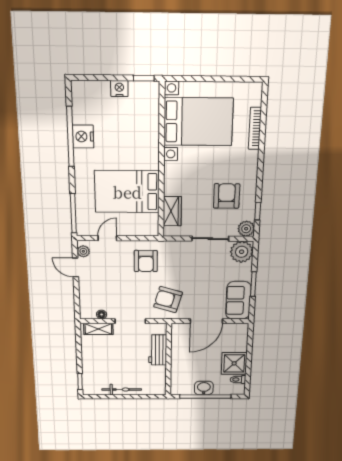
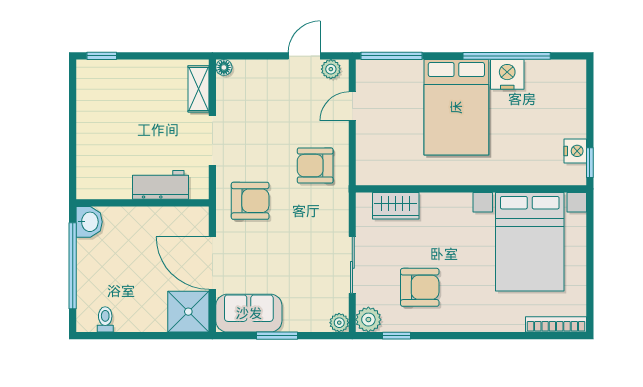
nightstand: (119, 89) -> (575, 151), moved
bookcase: (255, 128) -> (556, 324), moved
bed: (127, 192) -> (456, 107), moved, turned 180
door: (107, 238) -> (352, 106), swing flipped
plant: (242, 252) -> (339, 323), width x0.53, depth x0.53
armchair: (168, 300) -> (250, 201), turned 74
floor lamp: (102, 315) -> (224, 67), moved
shower: (234, 363) -> (188, 312), moved
washbasin: (204, 388) -> (89, 222), moved
bicycle: (122, 390) -> (86, 125), removed

